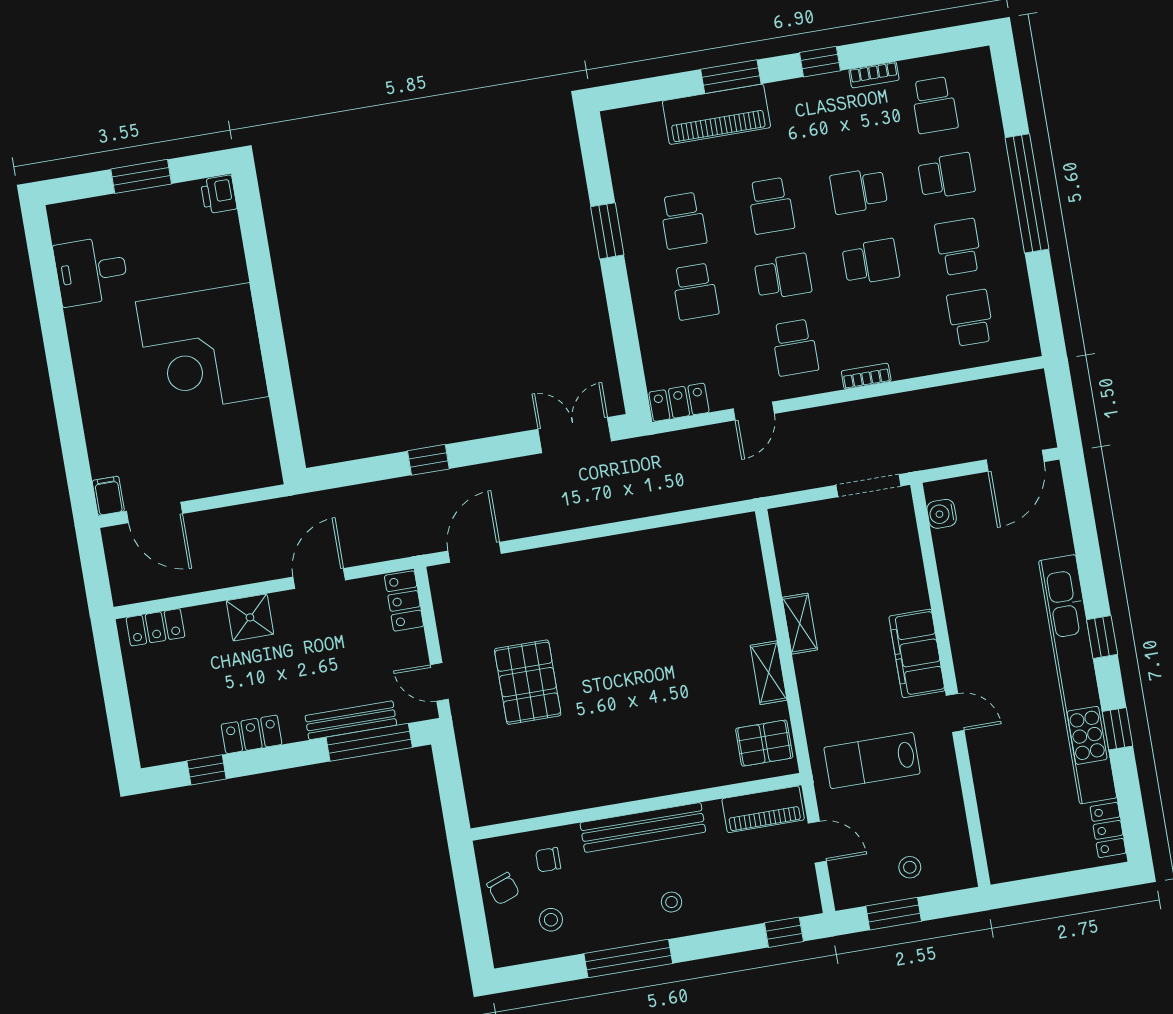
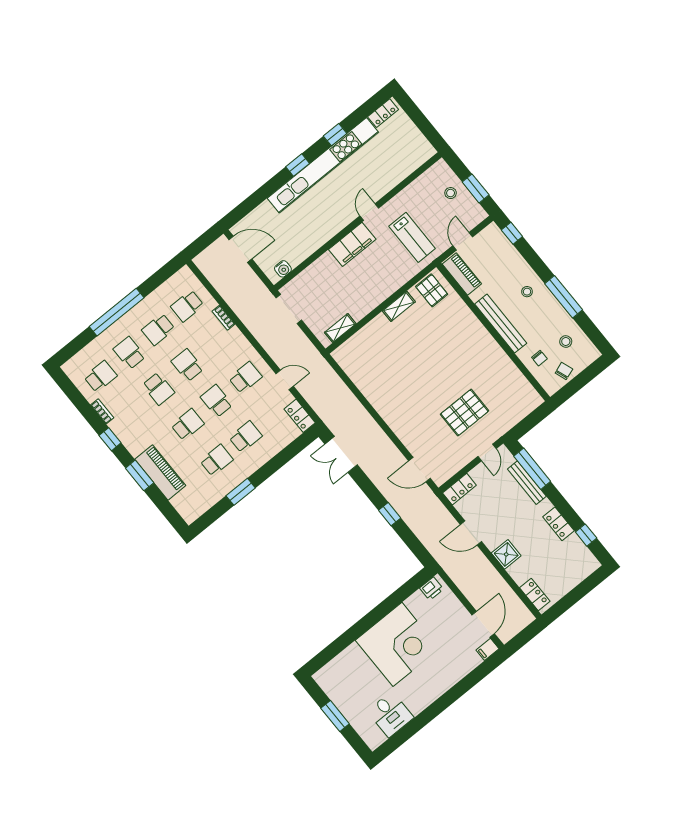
printer: (219, 194) -> (432, 589), moved
bookcase: (866, 376) -> (224, 318), moved
shelving: (800, 624) -> (340, 328), moved

